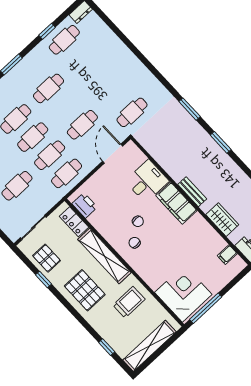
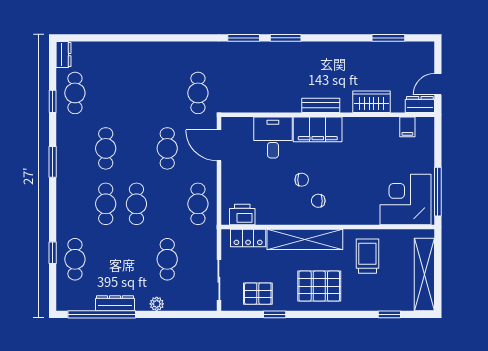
window: (221, 142) -> (286, 38), moved
cafe table: (50, 155) -> (167, 204), removed

